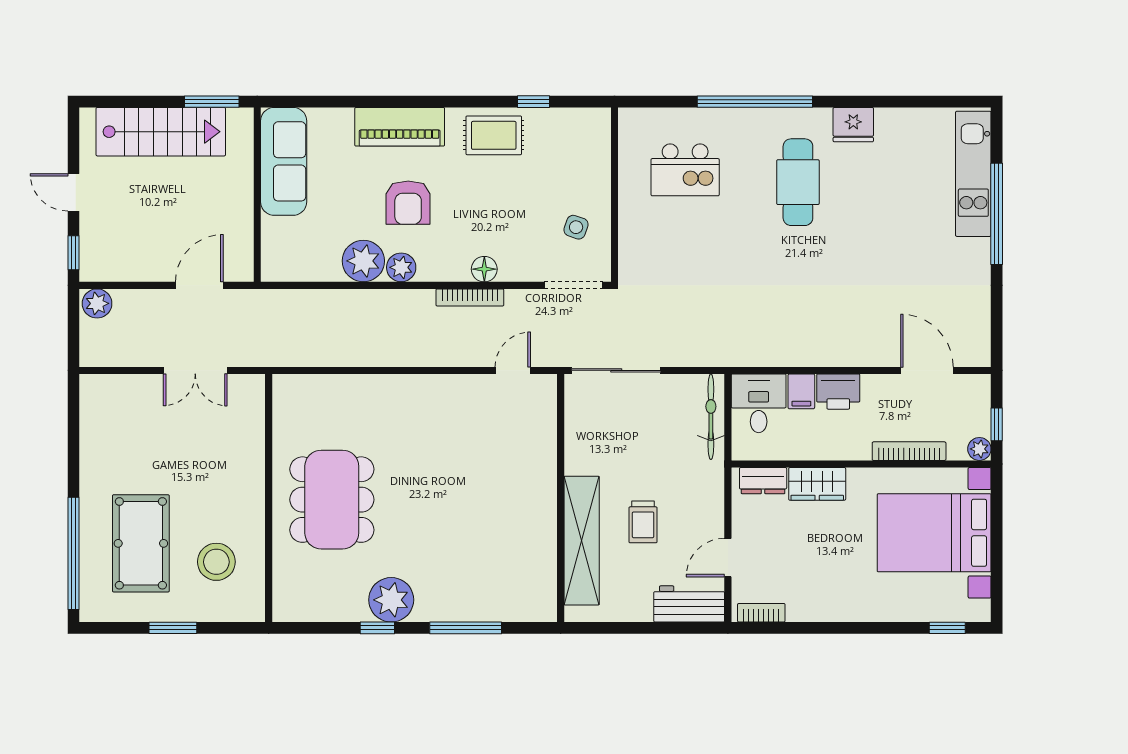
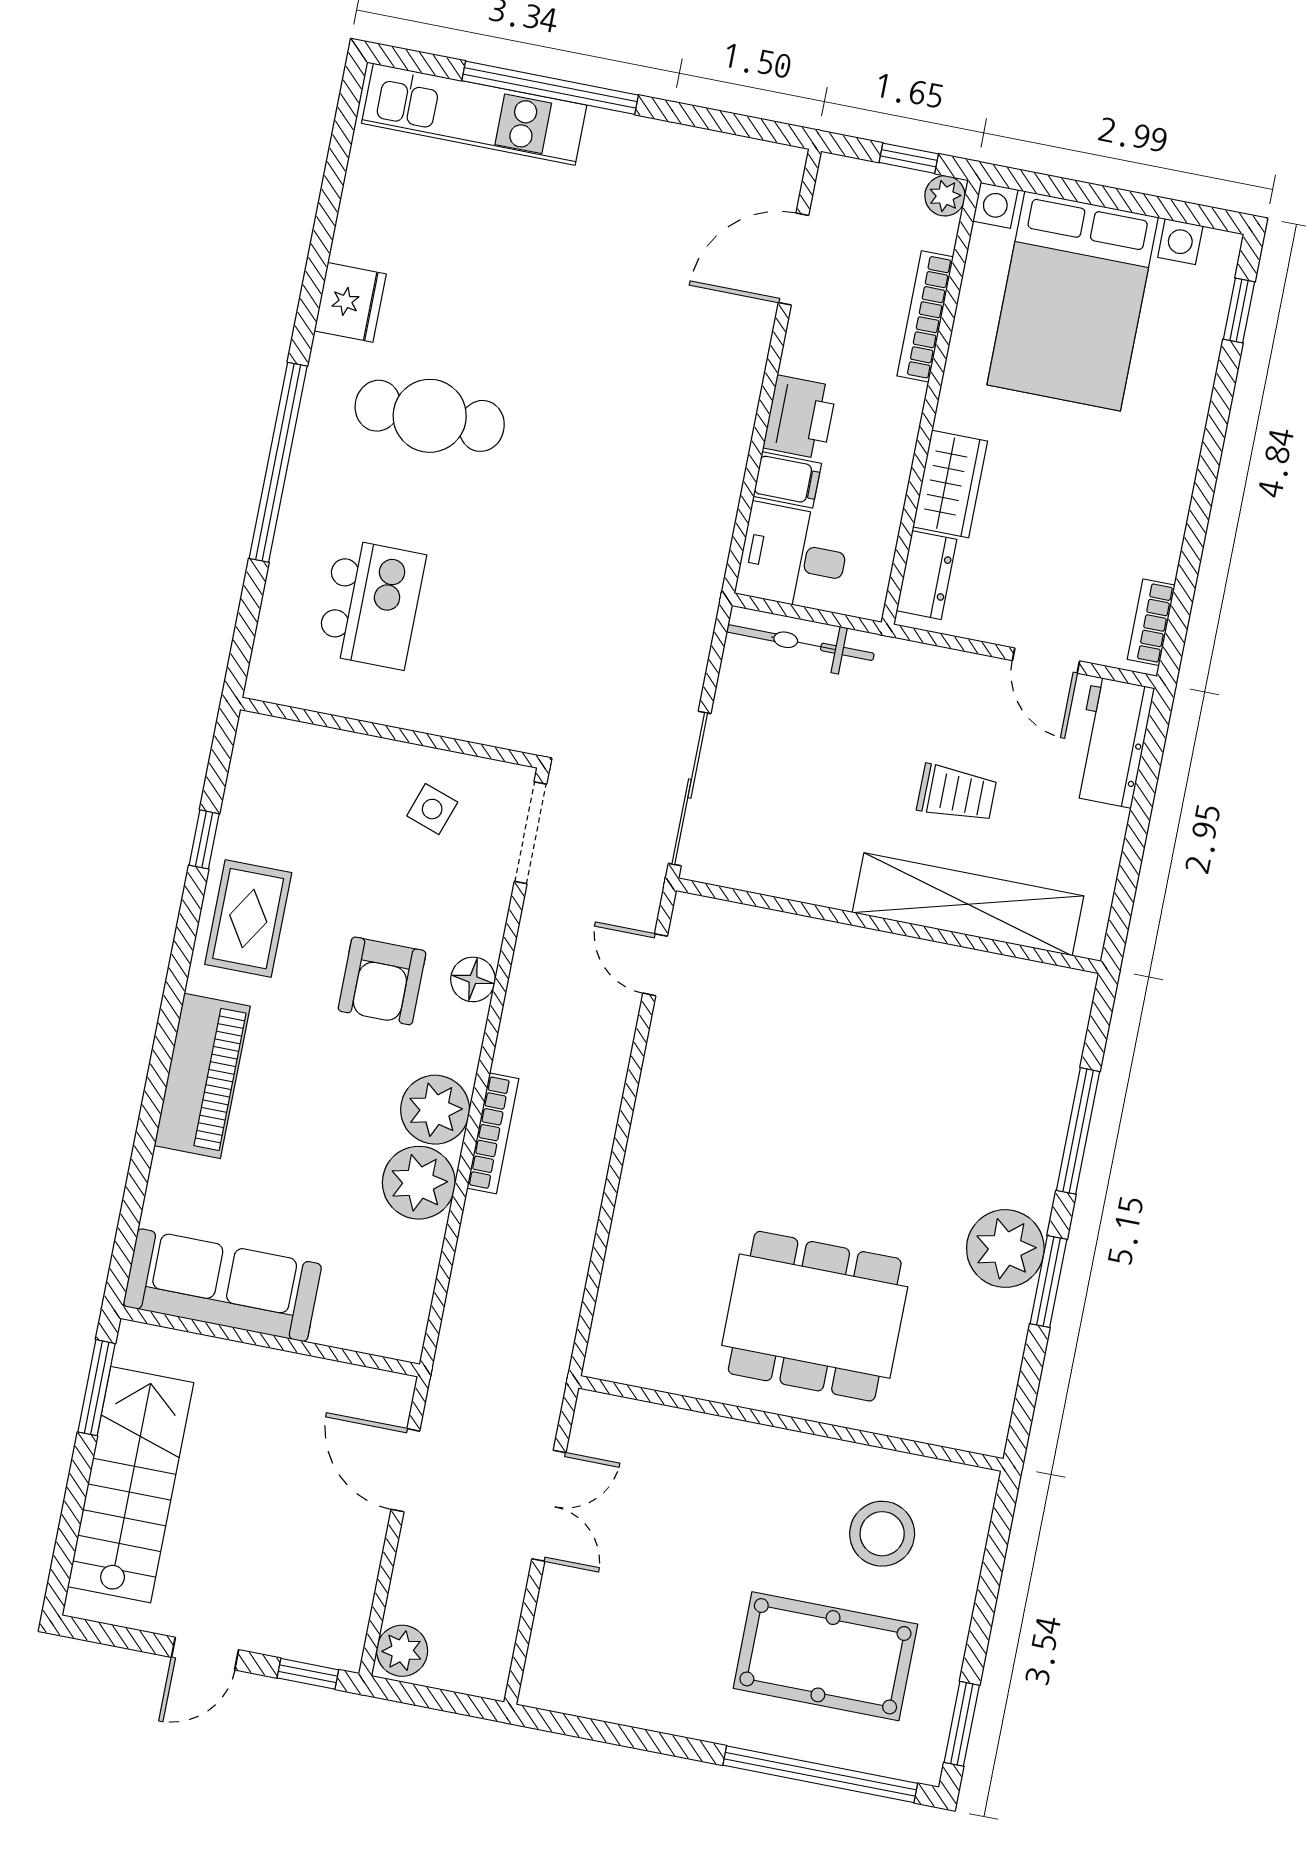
armchair: (408, 203) -> (382, 981), moved, turned 90
plant: (401, 267) -> (435, 1110), width x1.36, depth x1.36
bookcase: (470, 297) -> (493, 1133), moved
window: (173, 628) -> (962, 1724), moved
window: (377, 628) -> (1049, 1281), width x1.50

